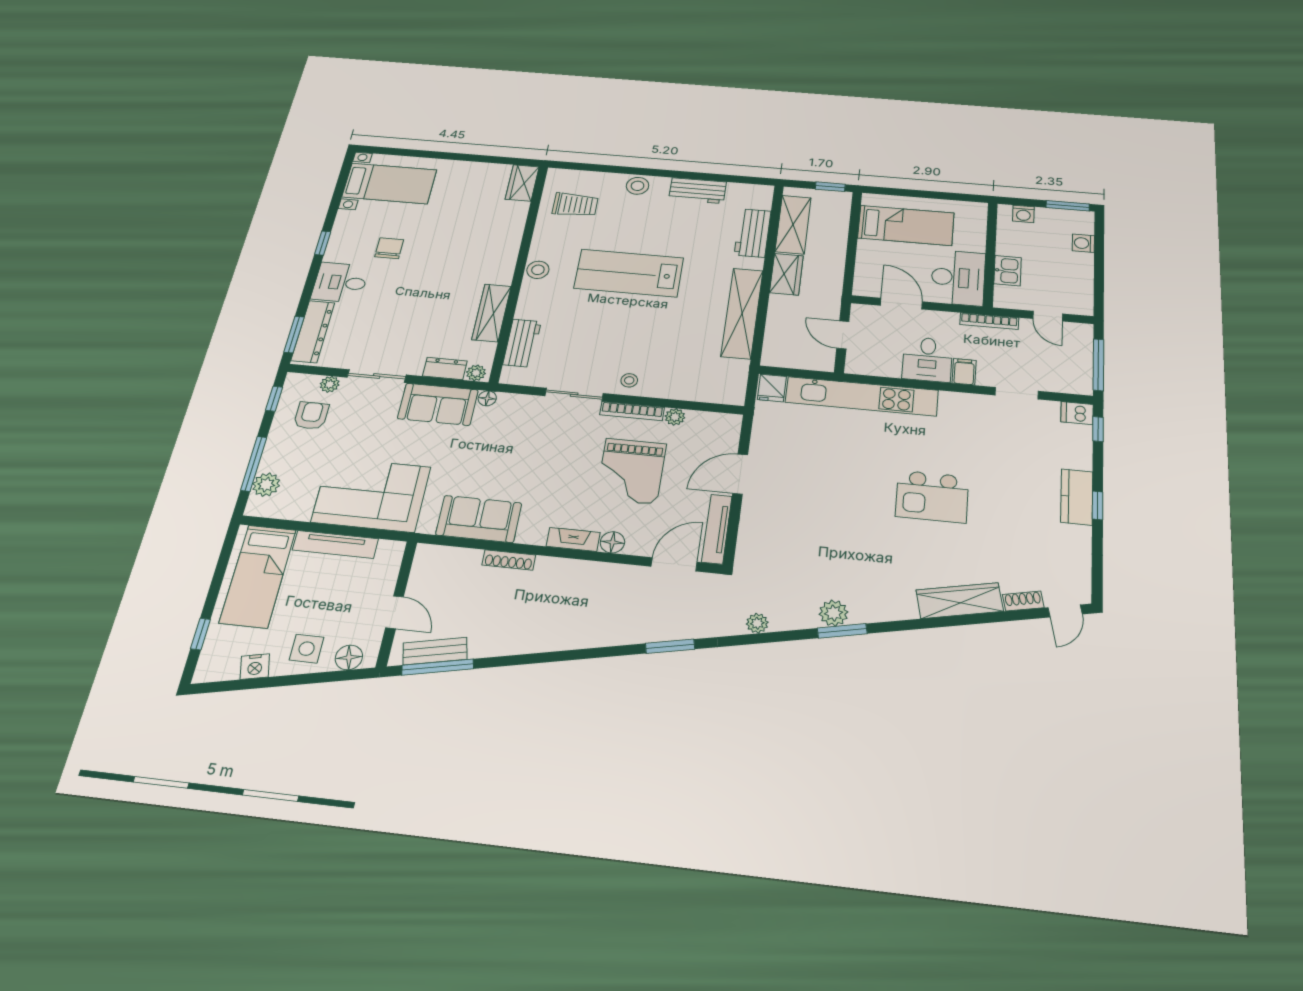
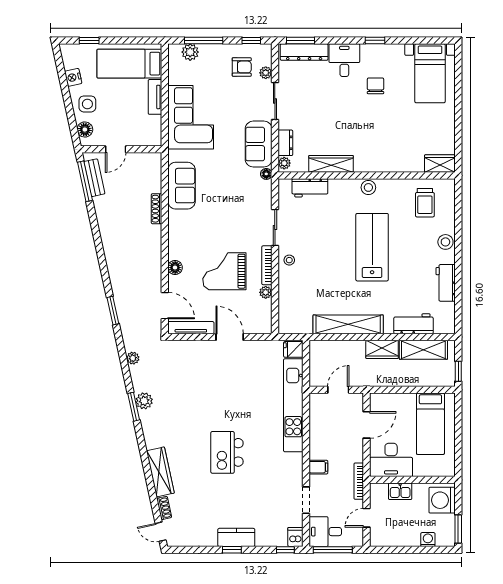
washing machine: (1023, 214) -> (442, 500), width x1.89, depth x1.89
chair: (389, 248) -> (375, 86), turned -90
desk: (927, 359) -> (325, 532), moved
fireplace: (573, 539) -> (174, 244), removed
tv unit: (335, 544) -> (155, 97), width x0.71

